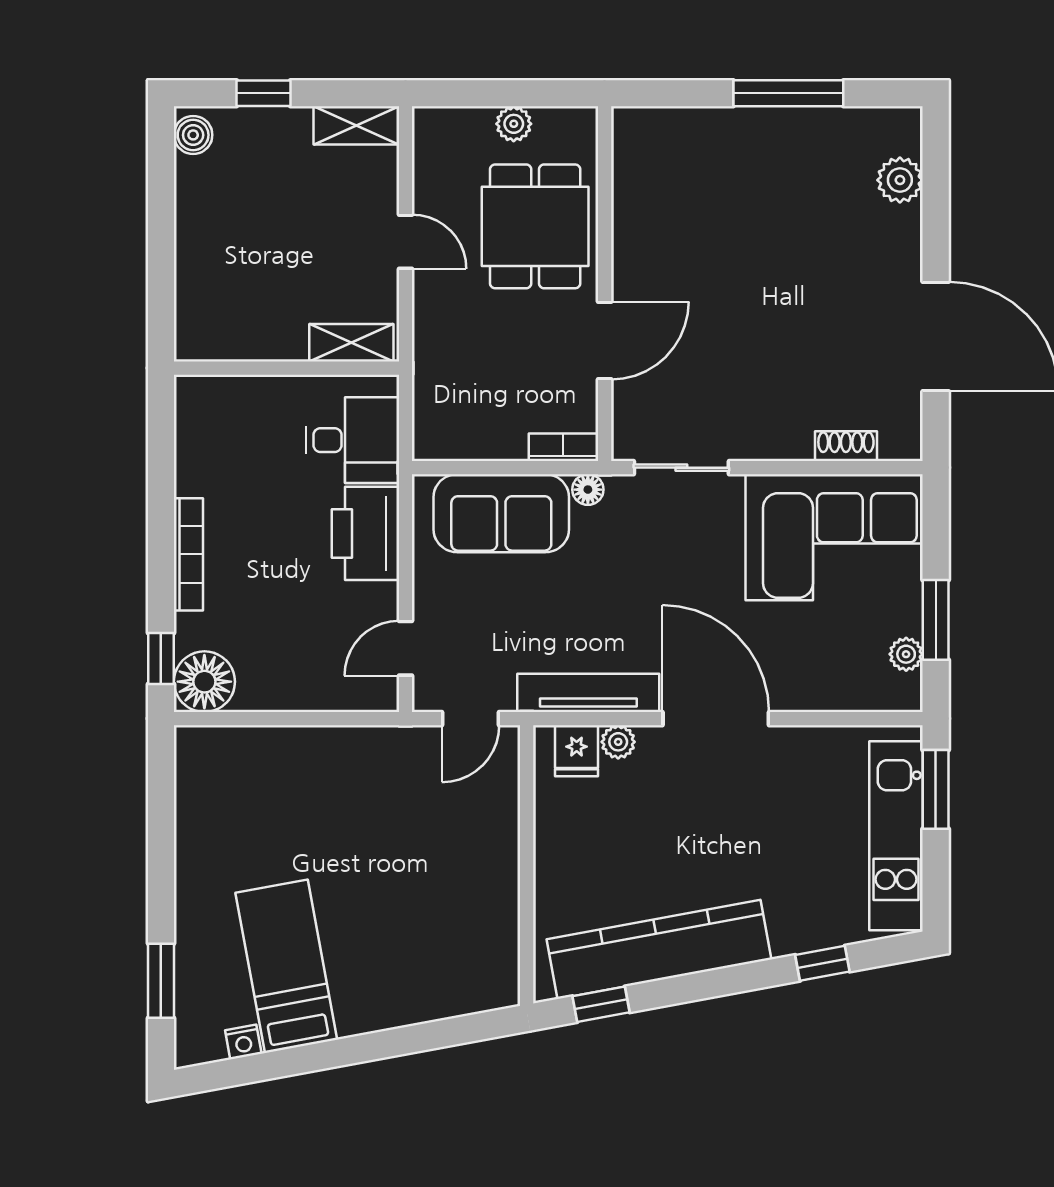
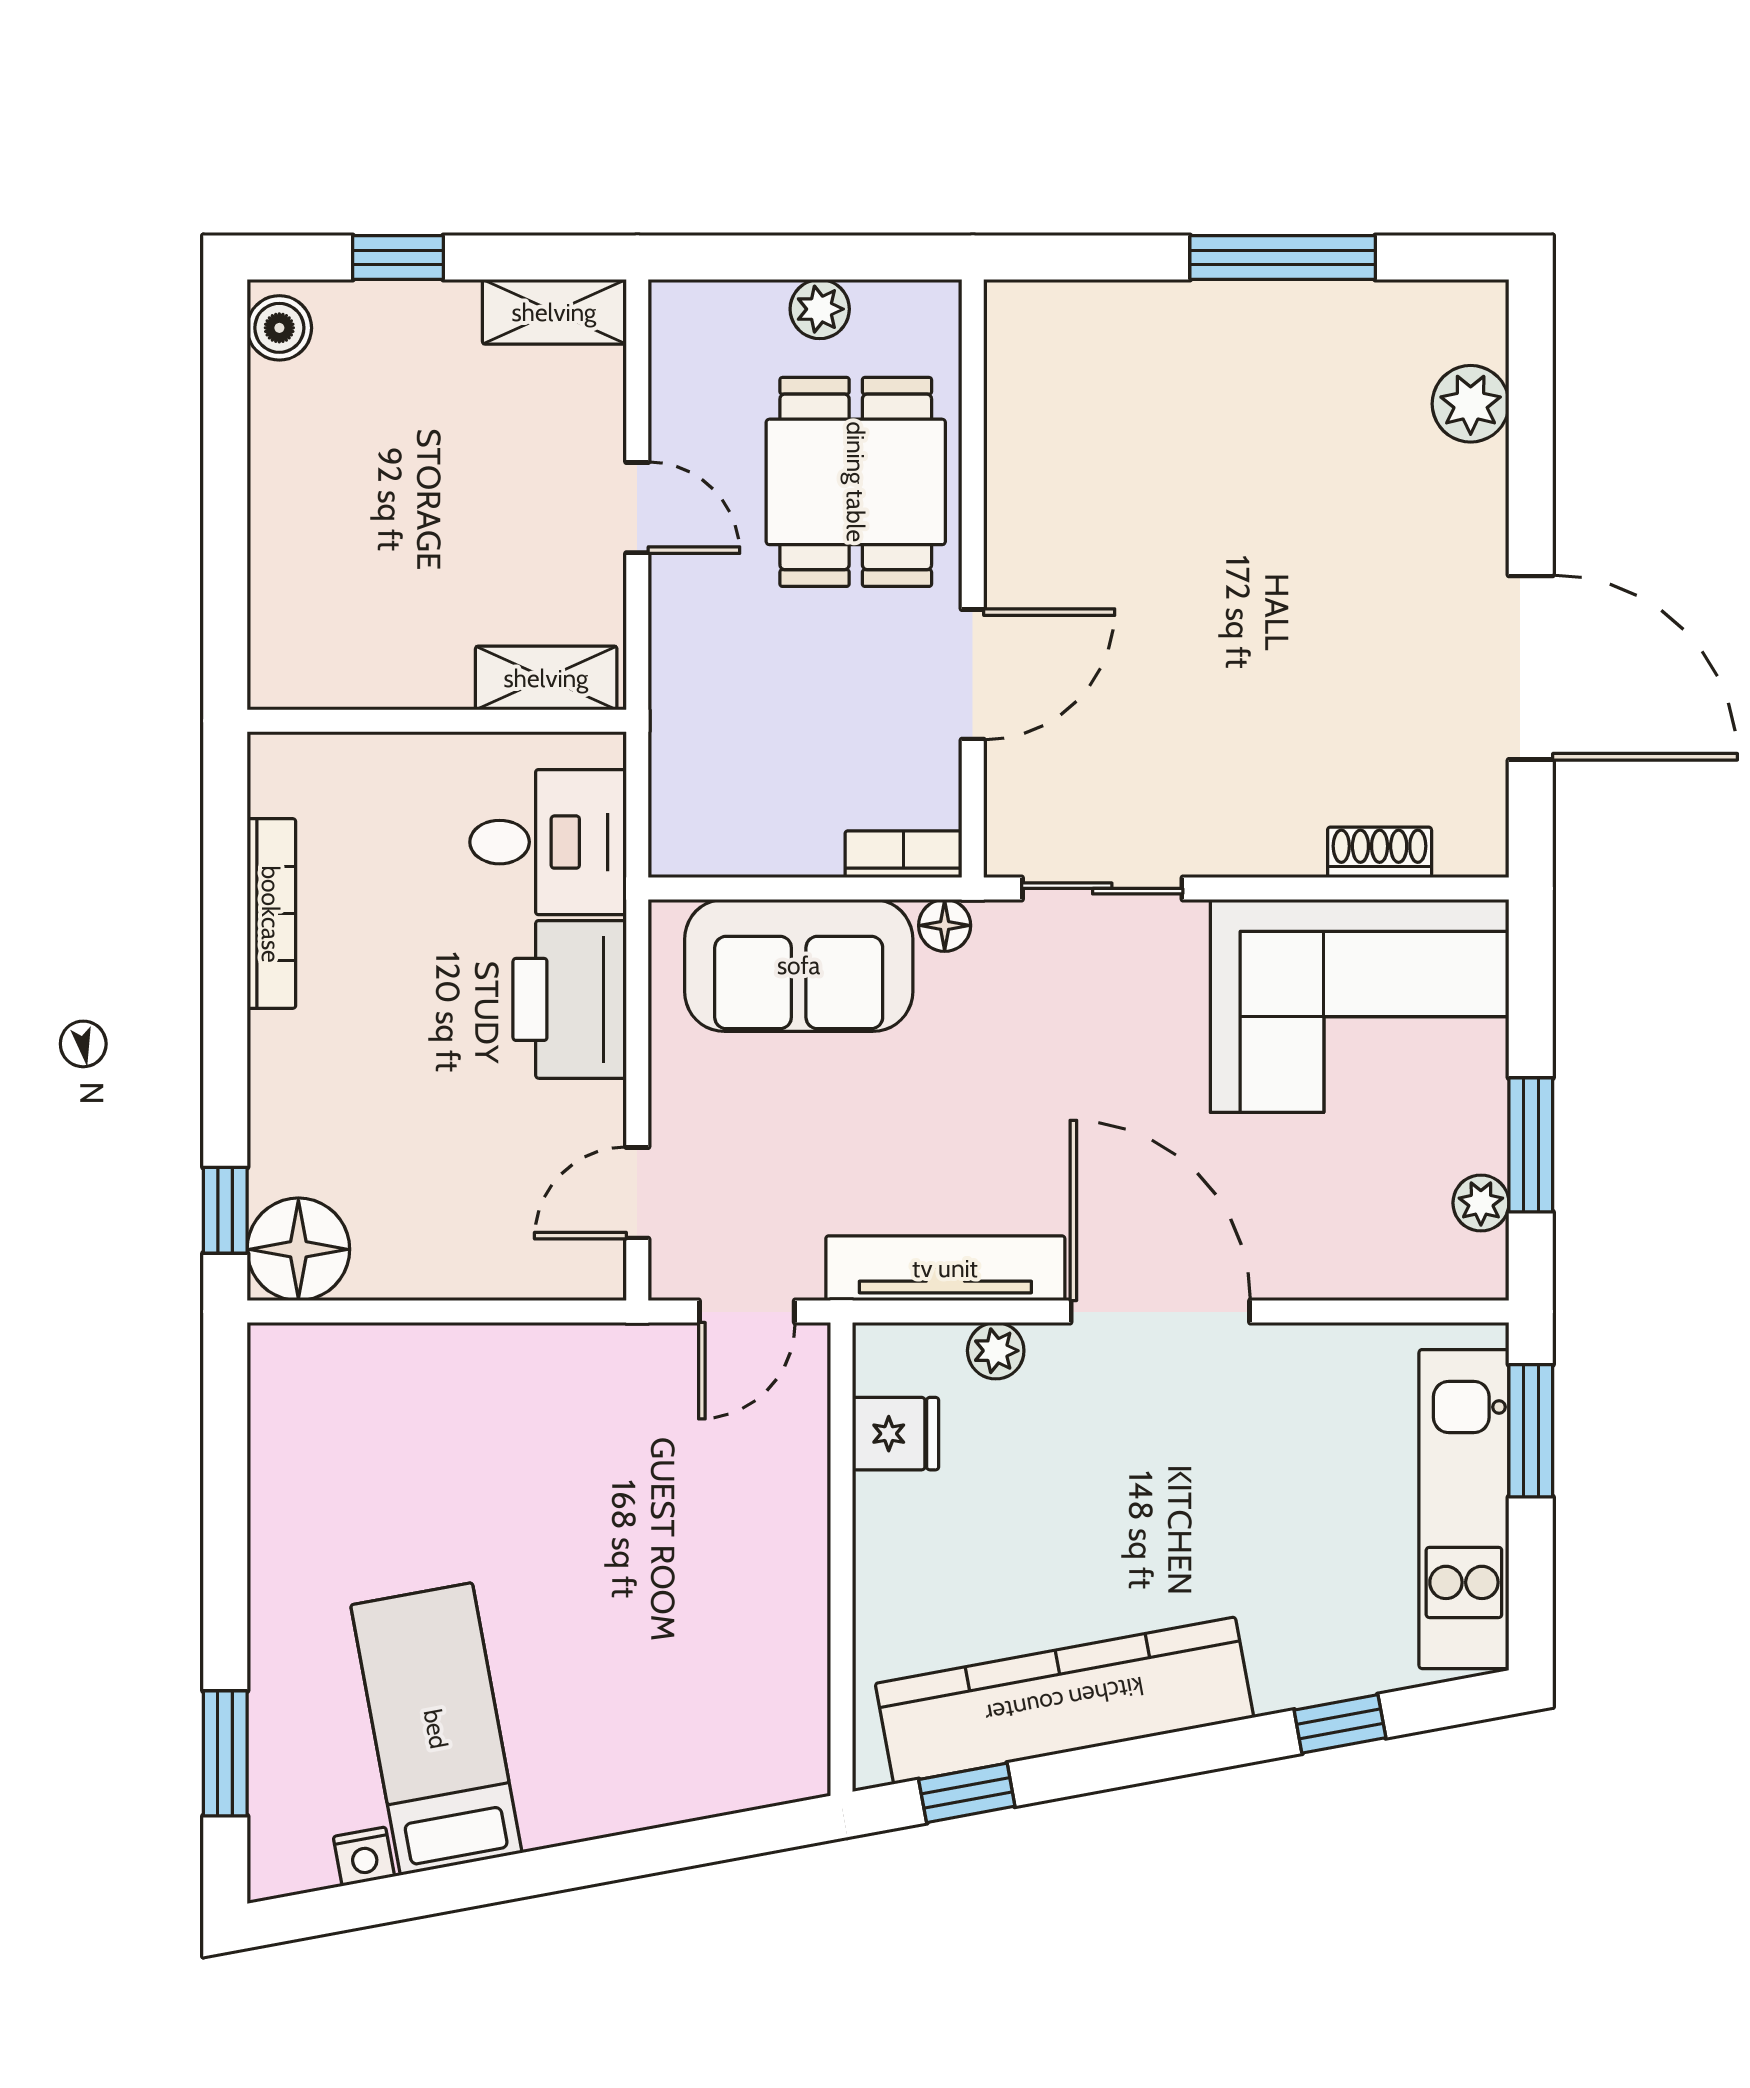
bookcase: (188, 554) -> (271, 914), moved
fridge: (577, 751) -> (896, 1434), moved, turned -90

